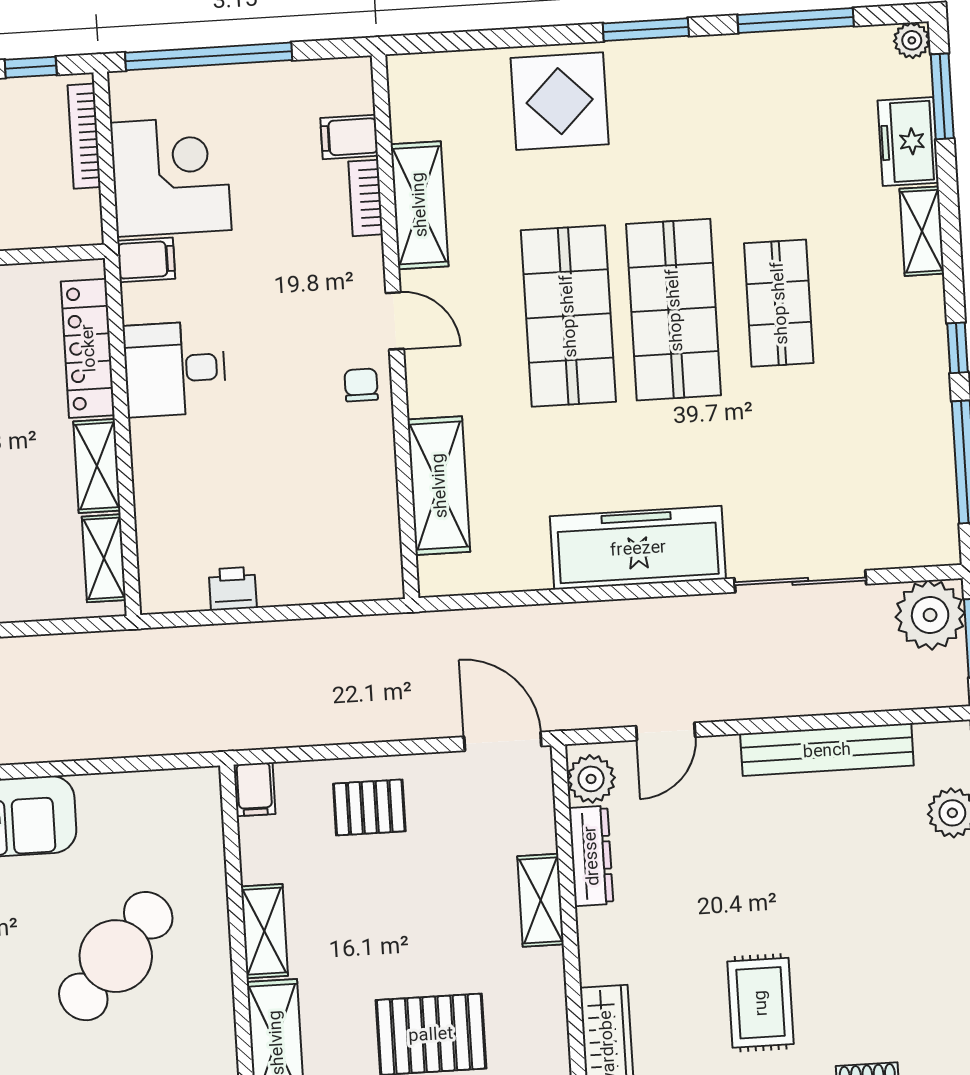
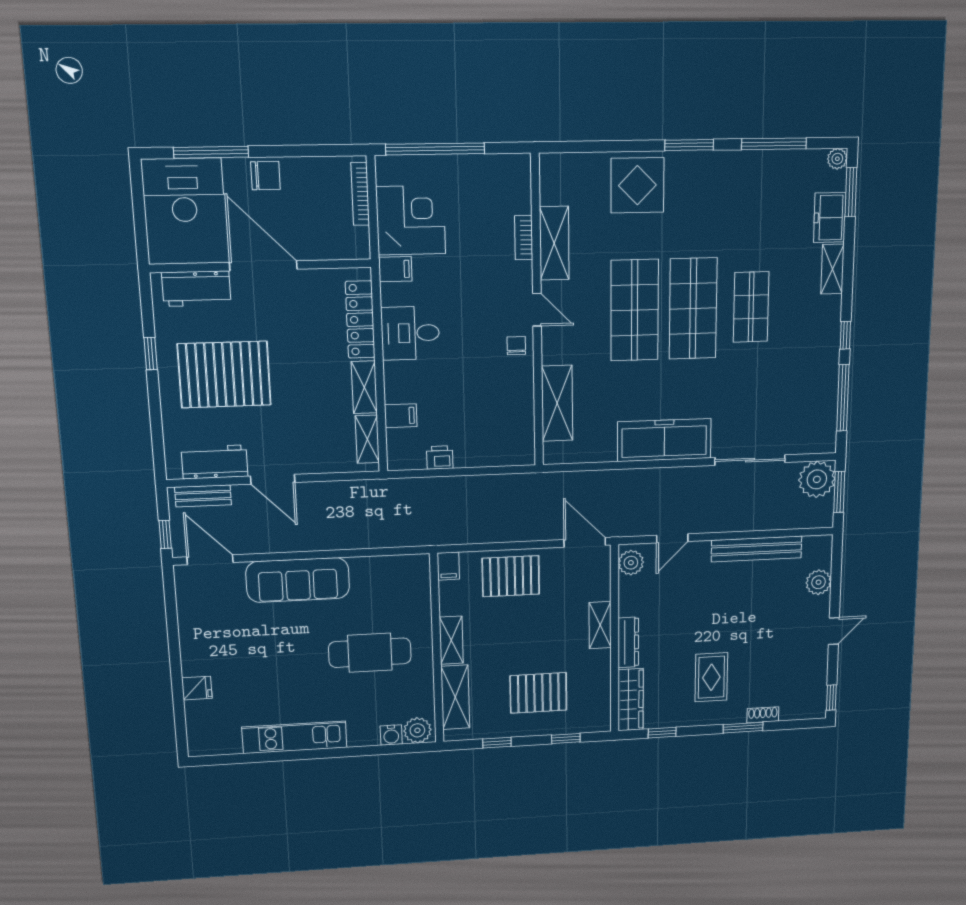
window: (31, 67) -> (329, 151), removed
filing cabinet: (349, 137) -> (401, 416), moved, turned 180
pallet: (369, 807) -> (511, 576), width x1.50, depth x1.42
dresser: (591, 856) -> (628, 642), moved
cafe table: (116, 956) -> (370, 653), turned 48

